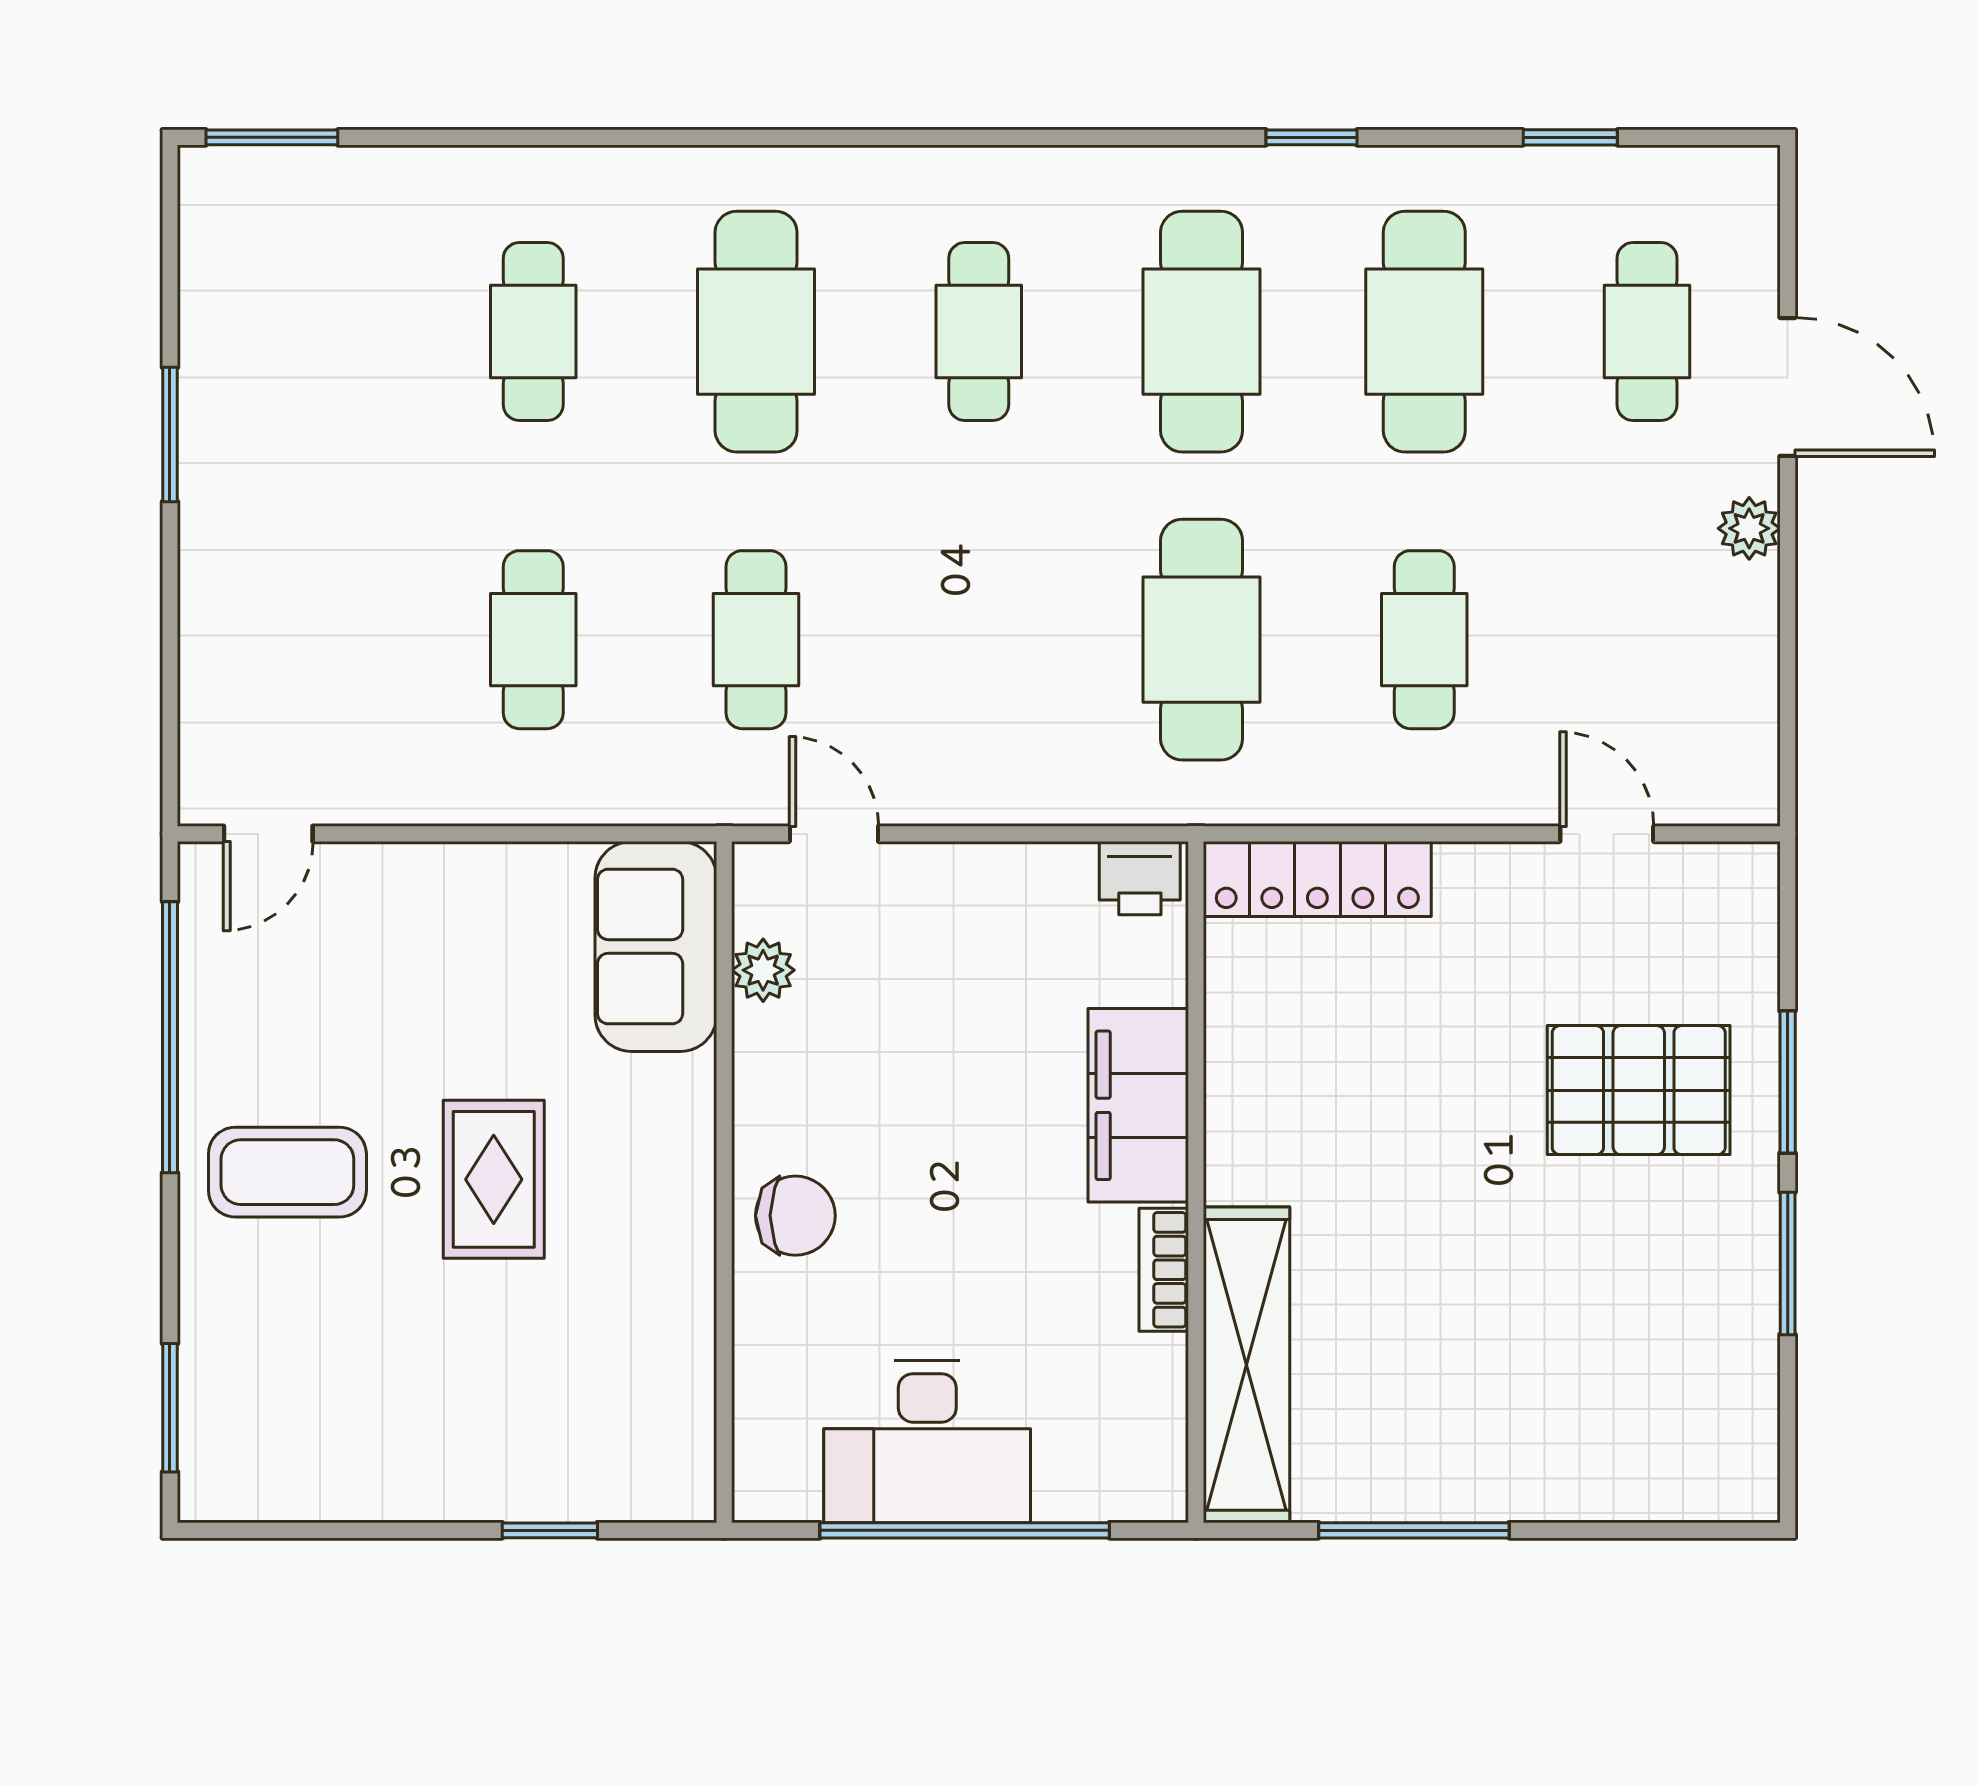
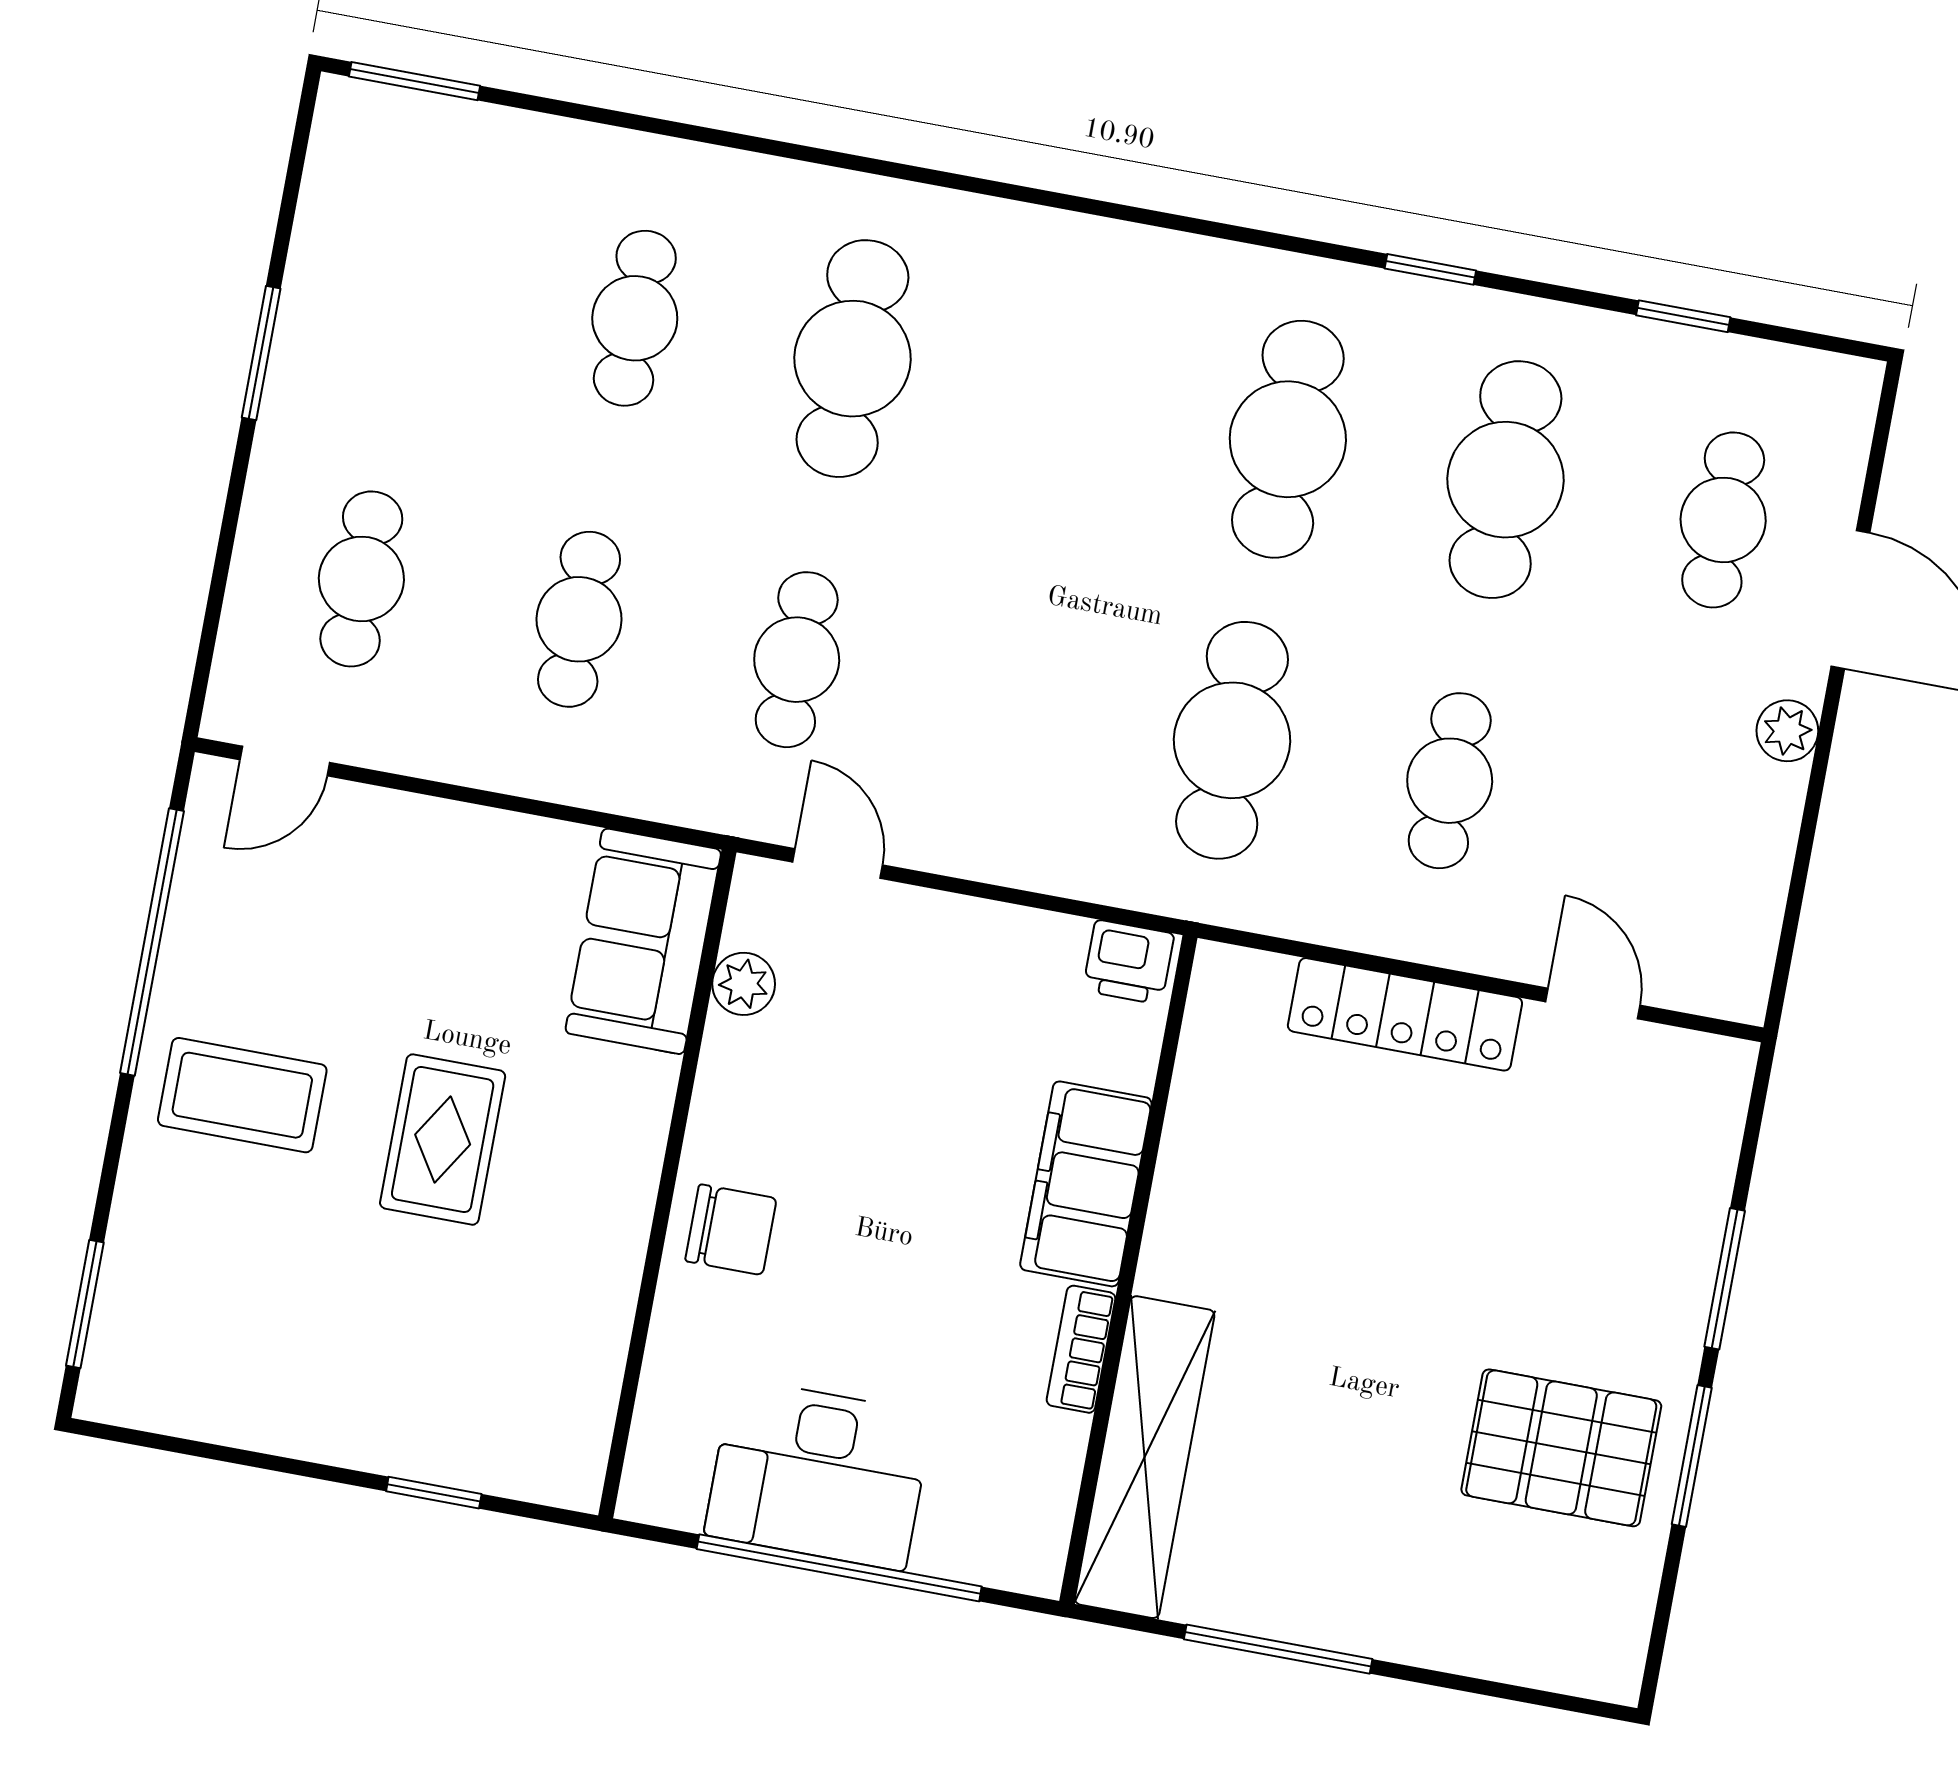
cafe table: (979, 332) -> (361, 579), moved
locker: (1317, 879) -> (1405, 1014), moved
pallet: (1639, 1090) -> (1561, 1448), moved

